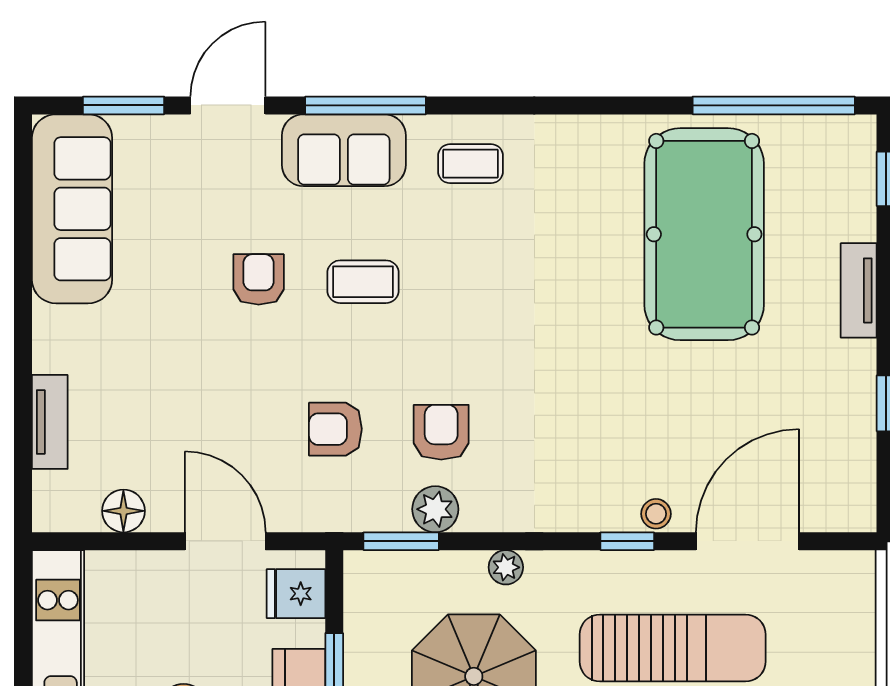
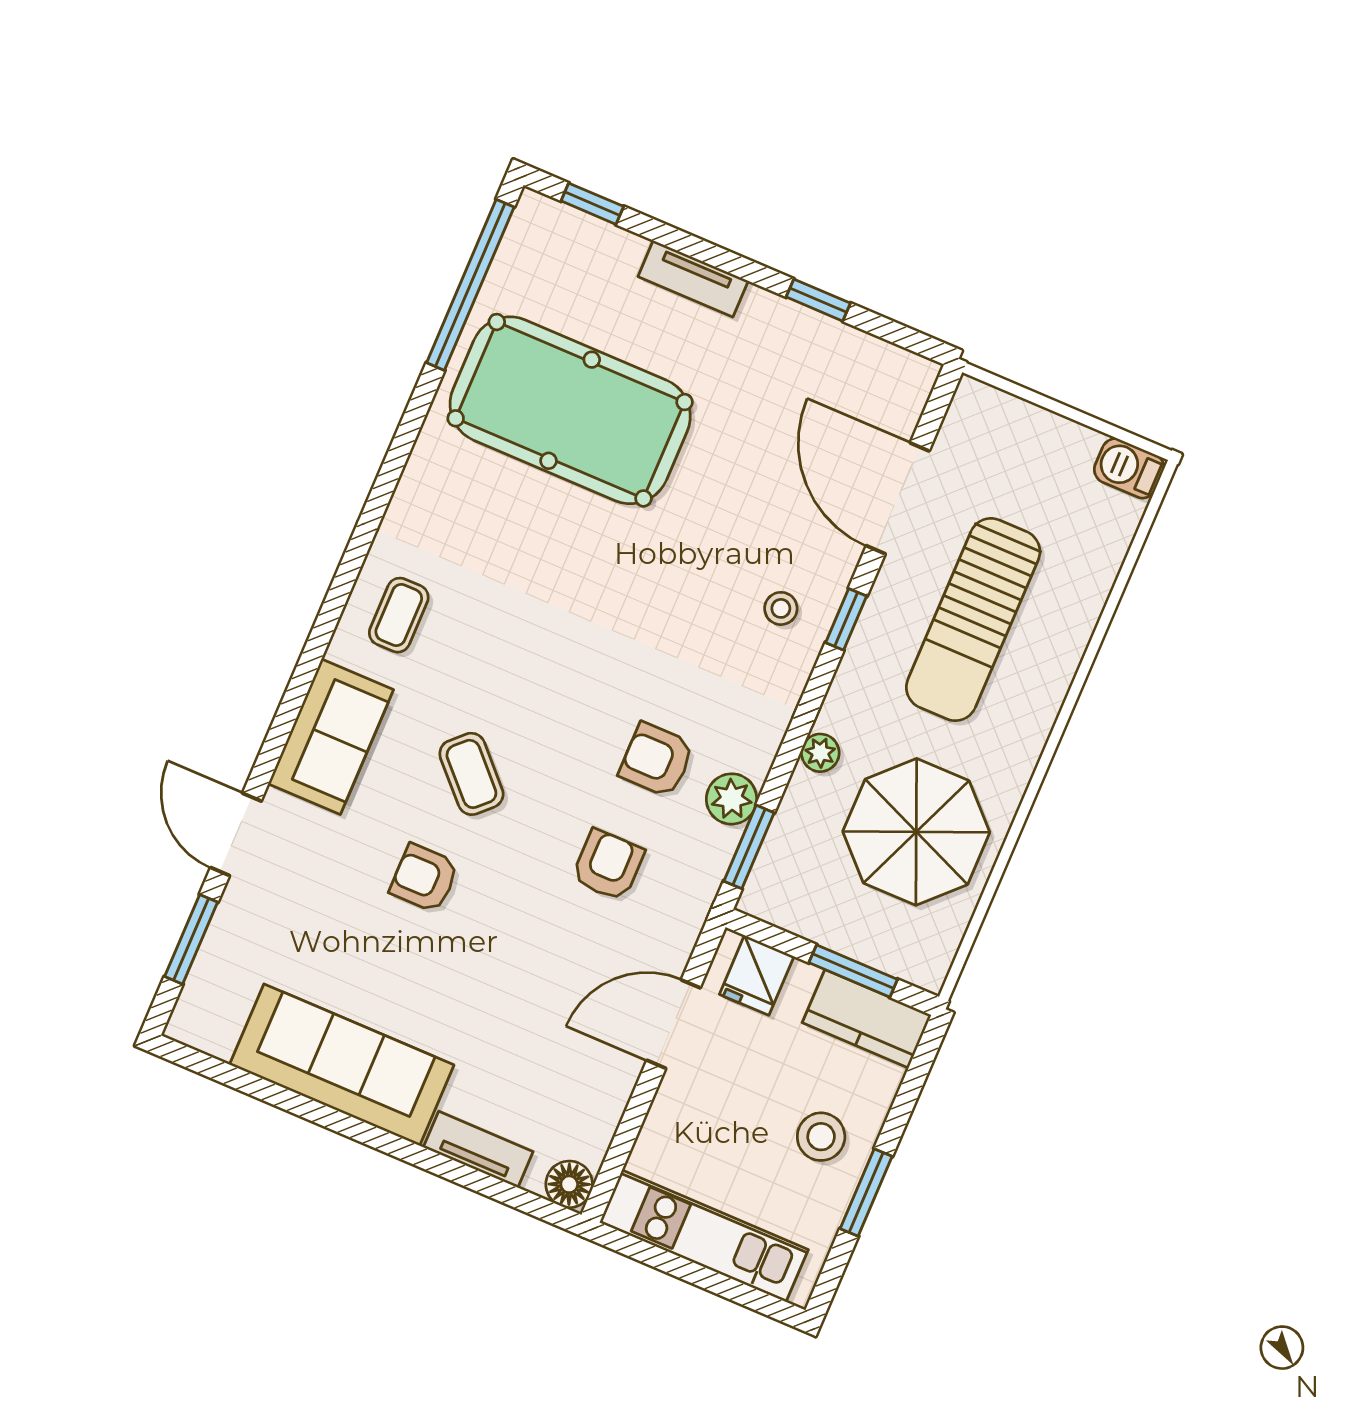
window: (366, 105) -> (295, 696), removed
sofa: (72, 209) -> (342, 1065), moved
coffee table: (363, 282) -> (471, 774), turned -44
armchair: (335, 429) -> (608, 865), turned 180
floor lamp: (123, 511) -> (569, 1184), moved
stool: (656, 514) -> (781, 608), moved
sun lounger: (673, 648) -> (973, 620), turned 180

